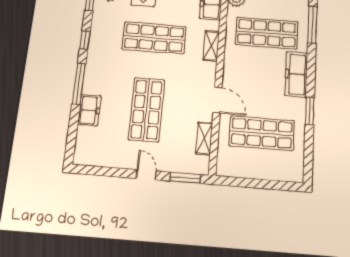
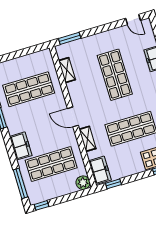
freezer: (296, 74) -> (21, 146), width x0.71
door: (217, 100) -> (73, 117), moved
door: (146, 175) -> (133, 19), moved

